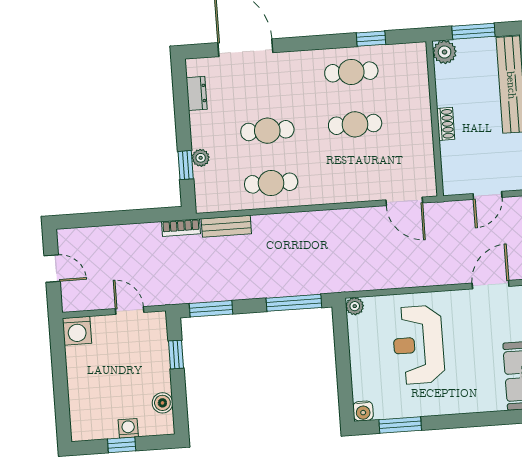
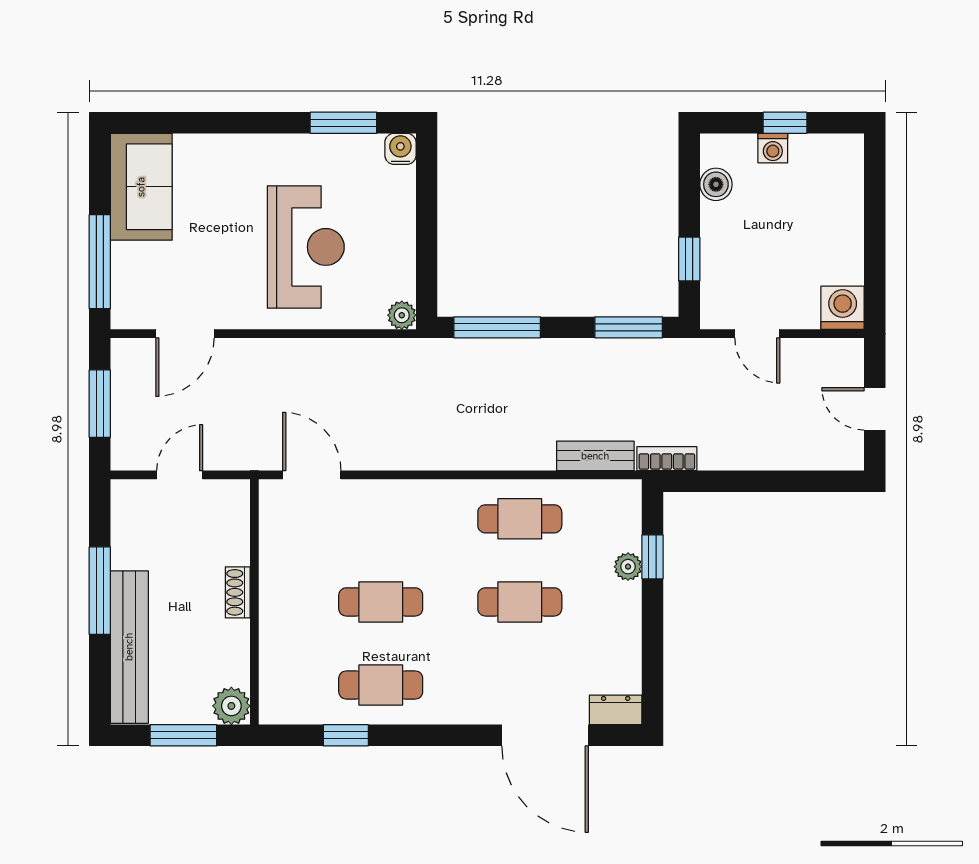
dresser: (197, 93) -> (616, 710), moved, turned 90

